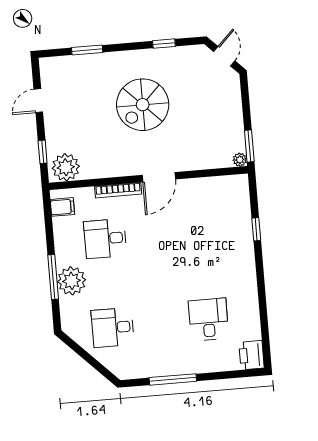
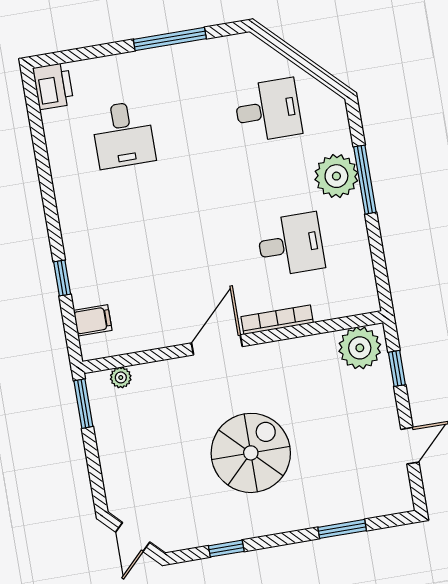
plant: (240, 160) -> (121, 377), moved
filing cabinet: (62, 207) -> (93, 320), moved, turned 180

